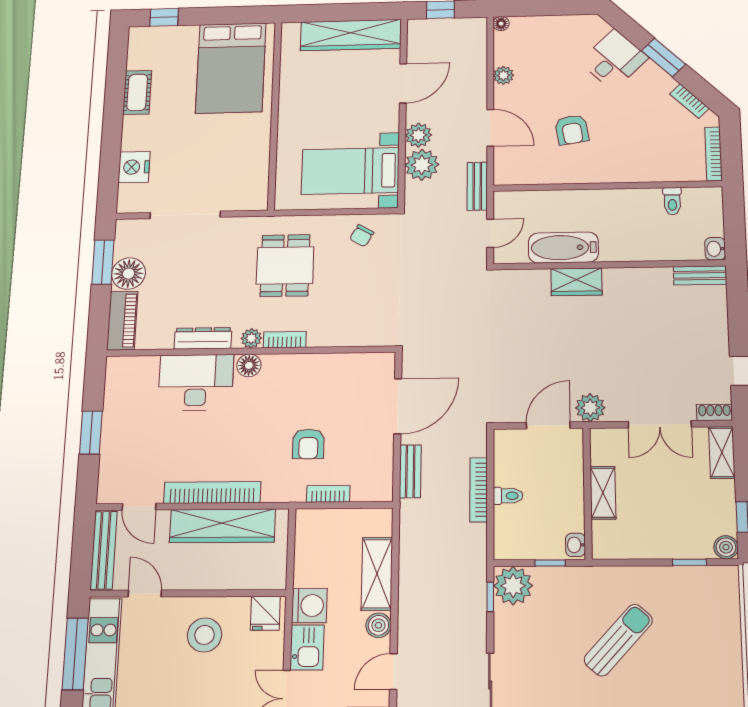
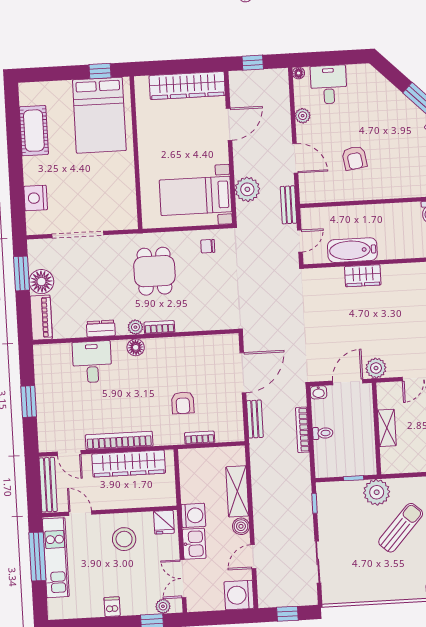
window: (164, 17) -> (100, 71), moved
desk: (614, 60) -> (329, 85), moved, turned -45
cot: (137, 92) -> (34, 131), width x1.37, depth x1.34
plant: (418, 135) -> (243, 166), removed
chair: (362, 236) -> (208, 246), turned 60
dresser: (203, 338) -> (101, 329), width x0.70
desk: (196, 382) -> (92, 362), width x0.73
washbasin: (575, 545) -> (319, 392), moved, turned -90
plant: (513, 586) -> (377, 492), moved

